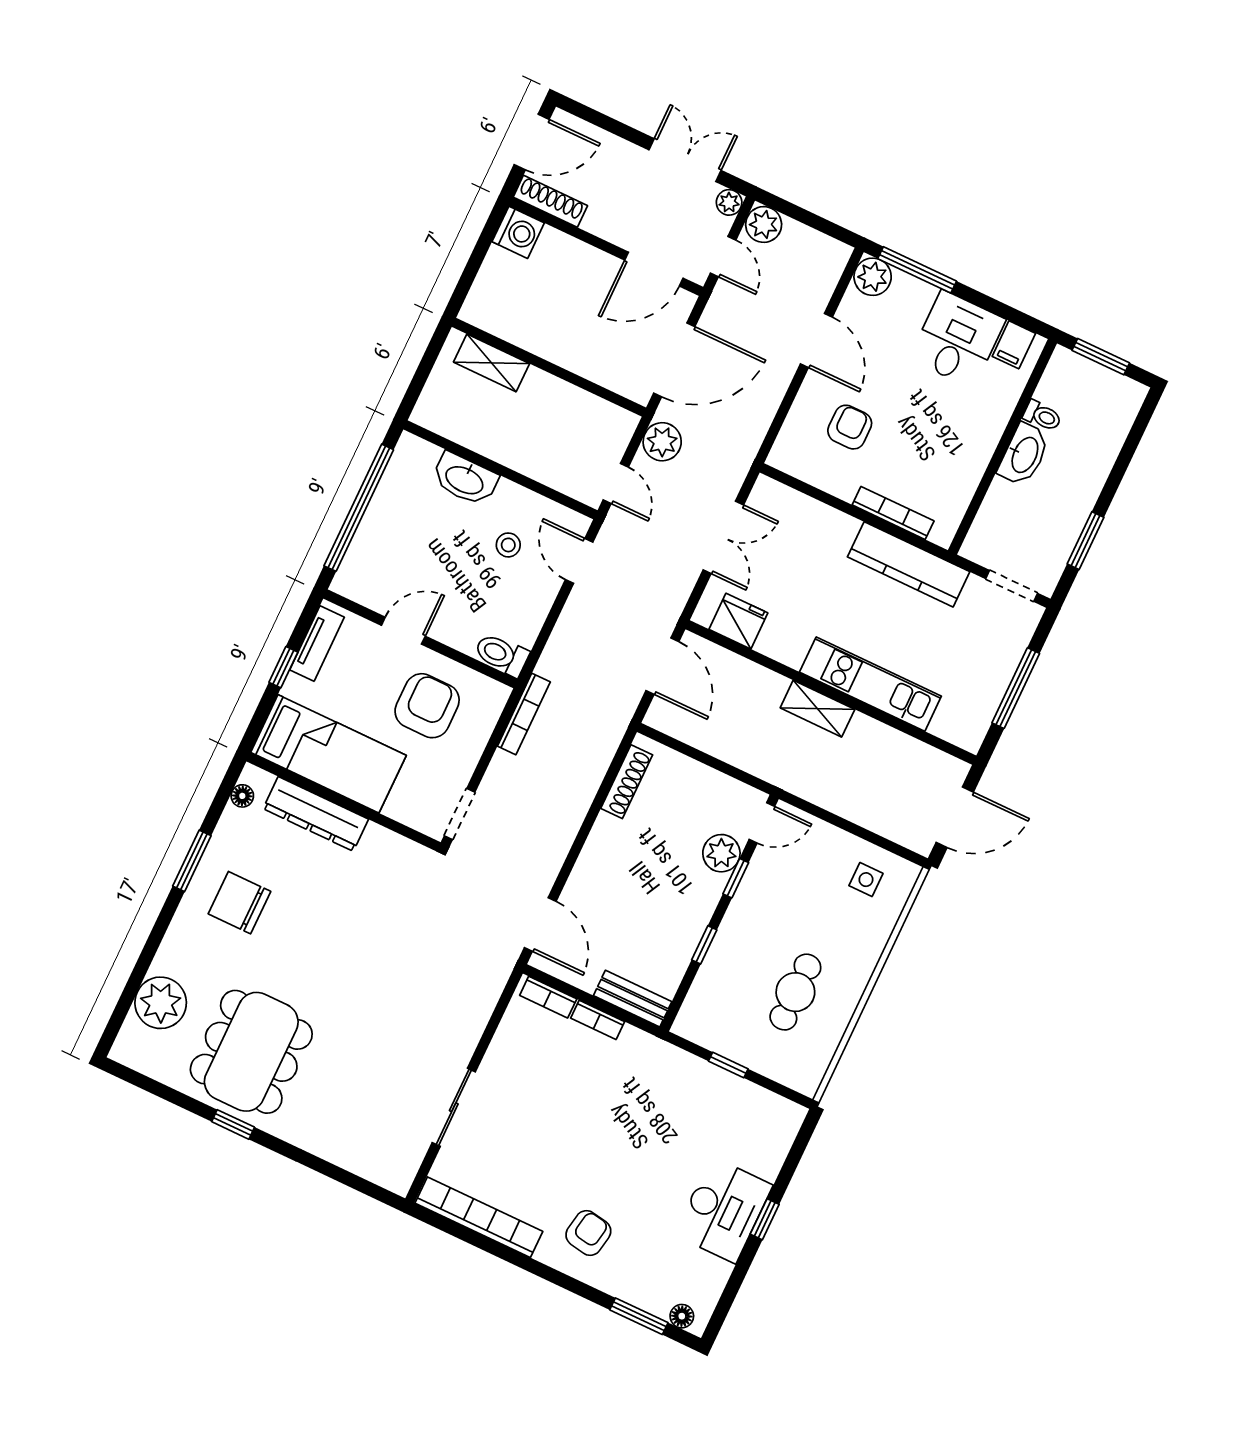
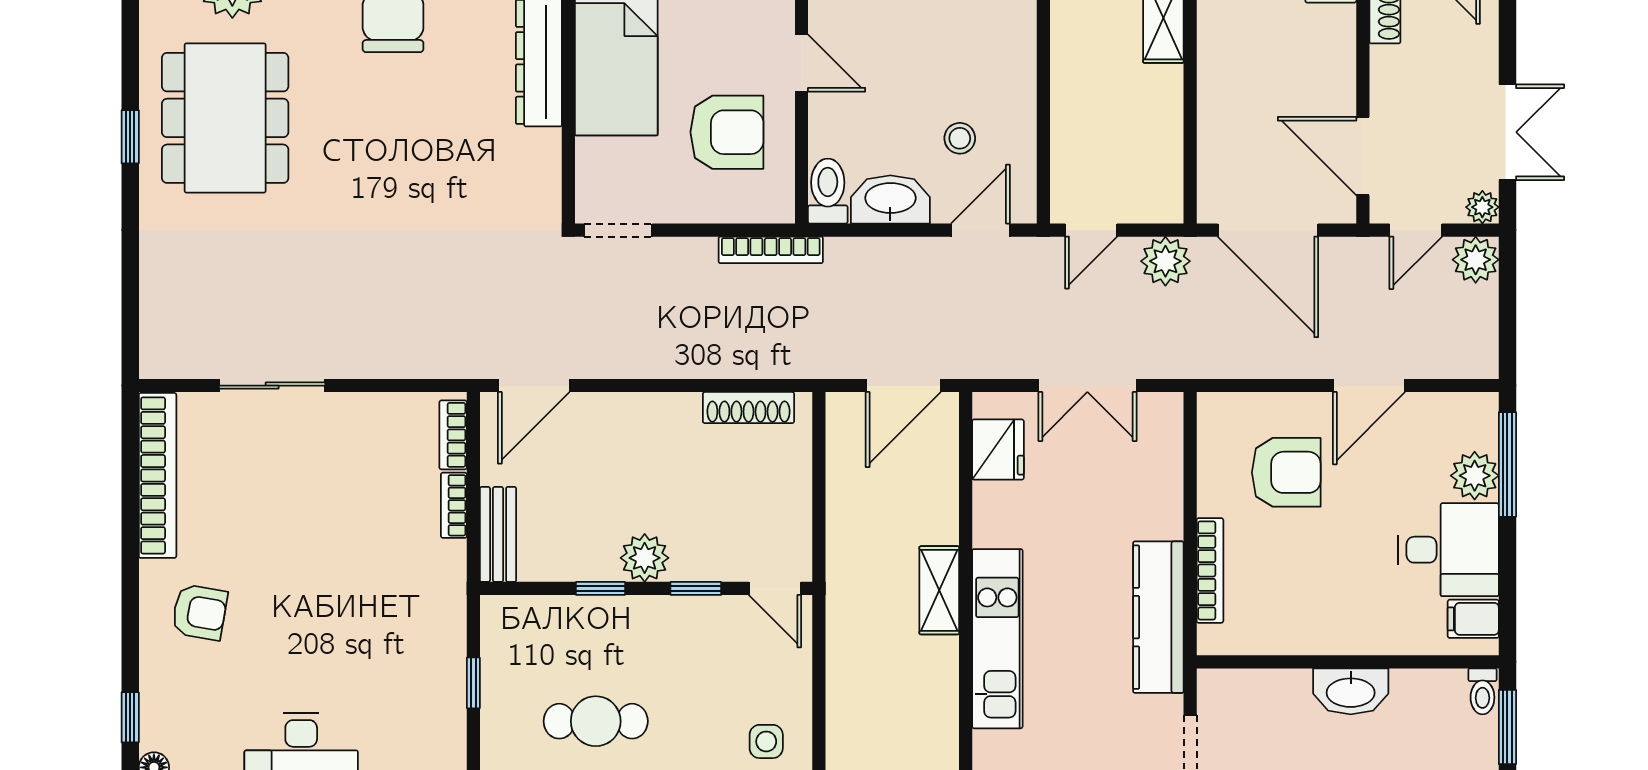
plant: (873, 277) -> (1475, 476), moved
toilet: (1042, 416) -> (1482, 691), moved
armchair: (850, 427) -> (1286, 472), width x1.38, depth x1.38
washbasin: (465, 479) -> (890, 199), moved, turned 90
plant: (721, 853) -> (645, 558), moved
dining table: (251, 1052) -> (225, 118), turned 90
window: (639, 1316) -> (130, 717), width x0.67

